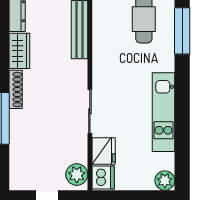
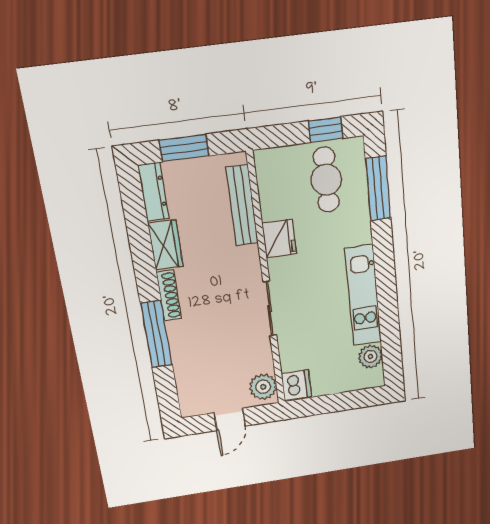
fridge: (104, 151) -> (279, 238), moved
plant: (165, 180) -> (370, 357), moved

